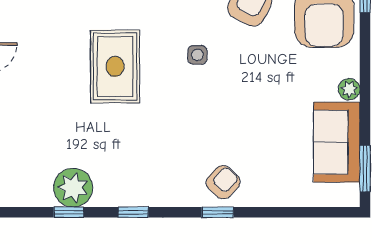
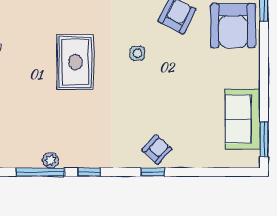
plant: (349, 89) -> (252, 79), removed
plant: (73, 188) -> (51, 160), width x0.53, depth x0.53
window: (69, 212) -> (40, 172), width x2.17

